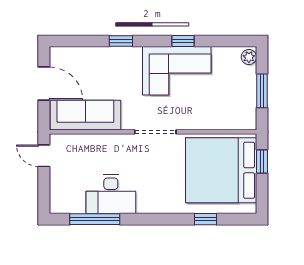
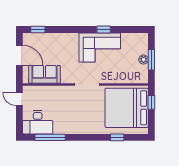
window: (121, 41) -> (38, 30), moved
plant: (249, 57) -> (144, 60), moved
sofa: (85, 115) -> (45, 74), width x0.73
desk: (111, 194) -> (38, 122), moved

